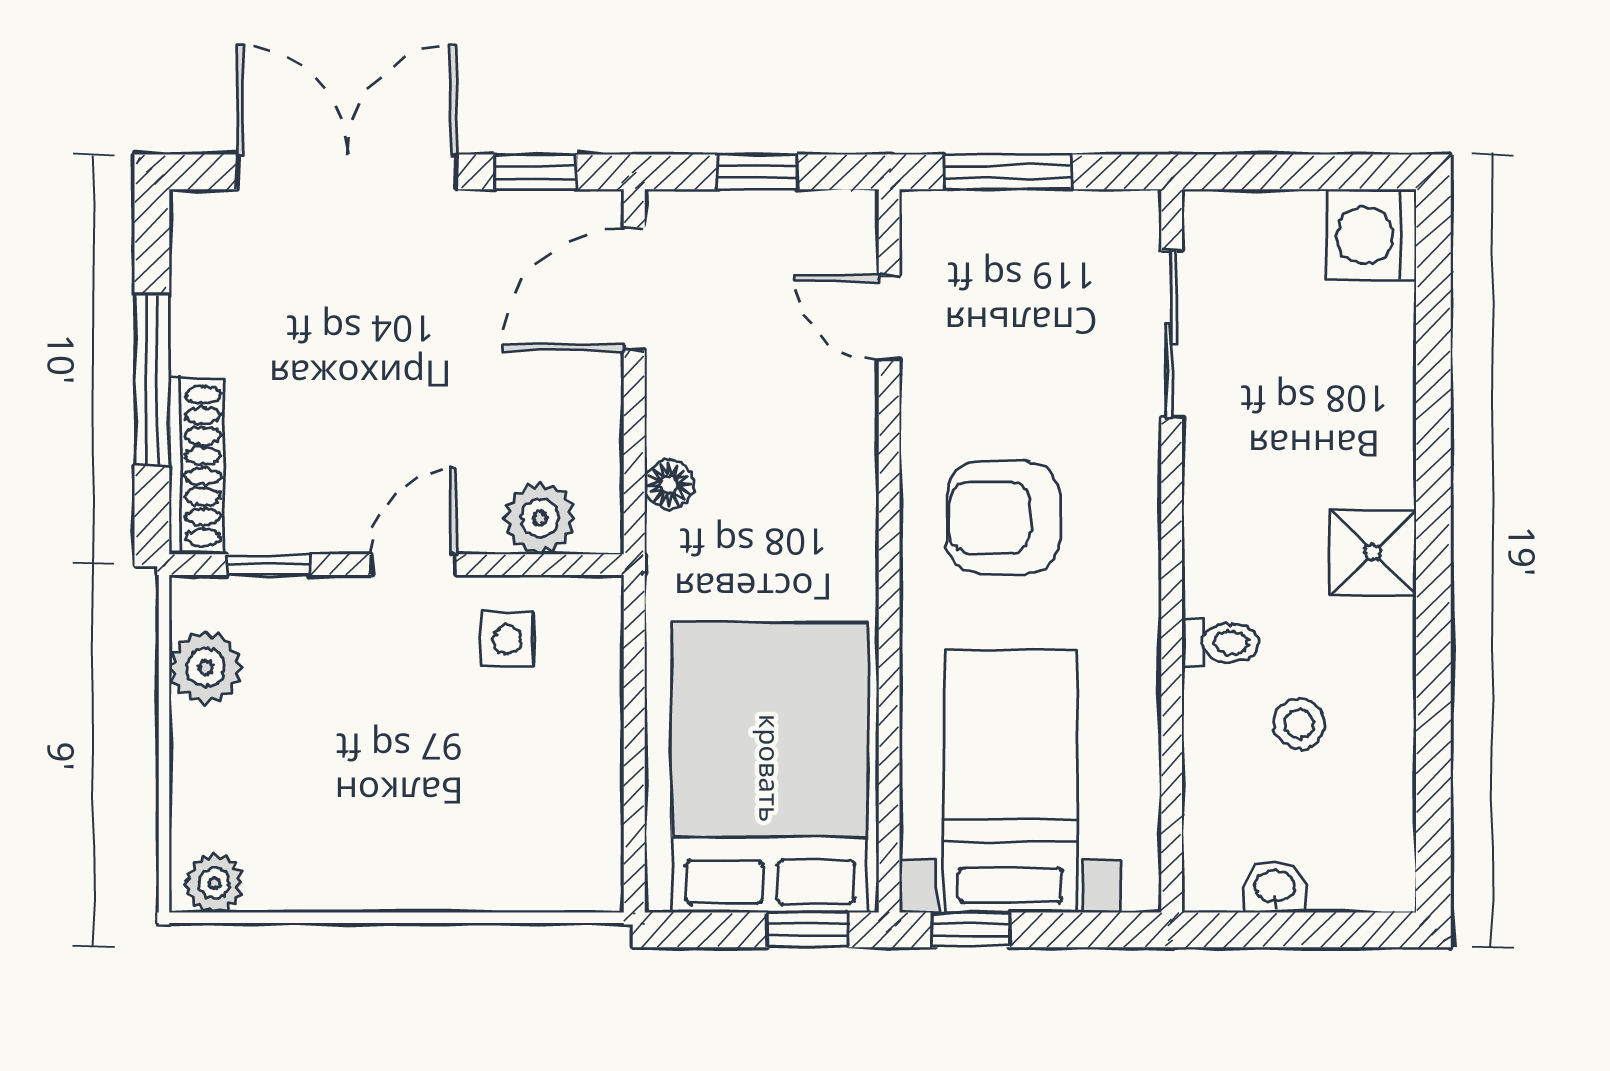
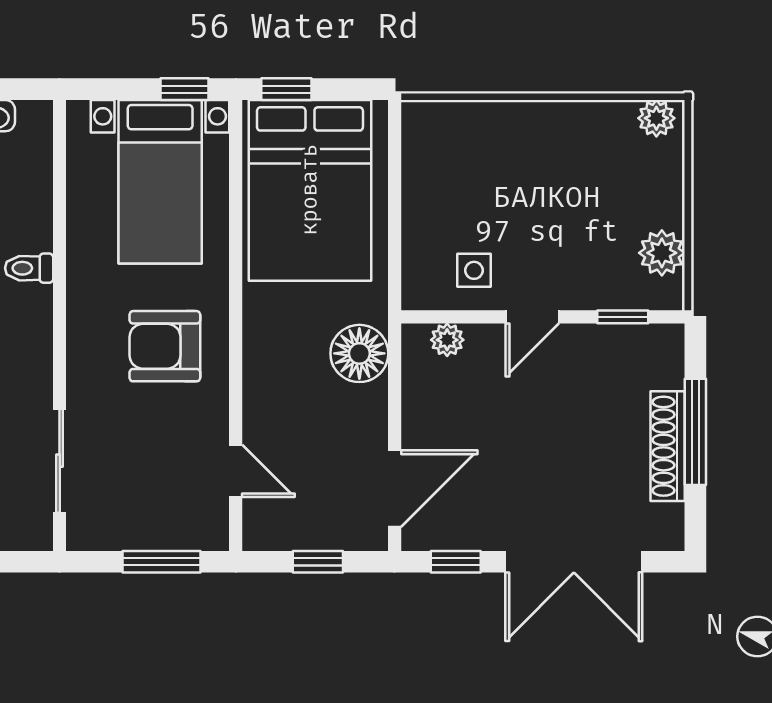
shoe rack: (196, 466) -> (668, 446), moved
floor lamp: (669, 484) -> (359, 353), width x1.89, depth x1.89
plant: (540, 518) -> (447, 340), width x0.73, depth x0.73
armchair: (1003, 518) -> (165, 346), turned 180

